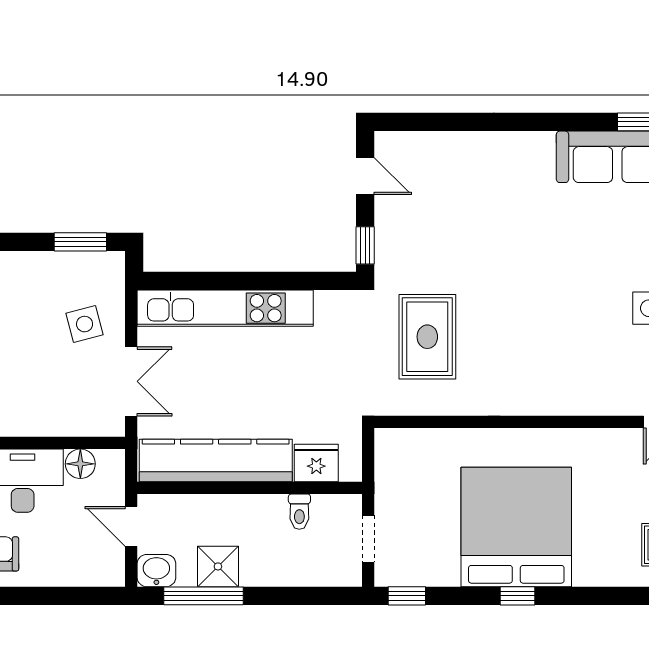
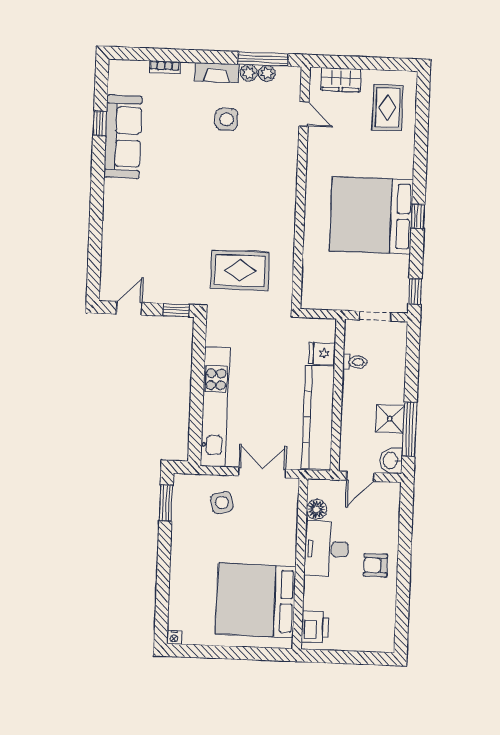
fridge: (316, 463) -> (322, 353), width x0.72

